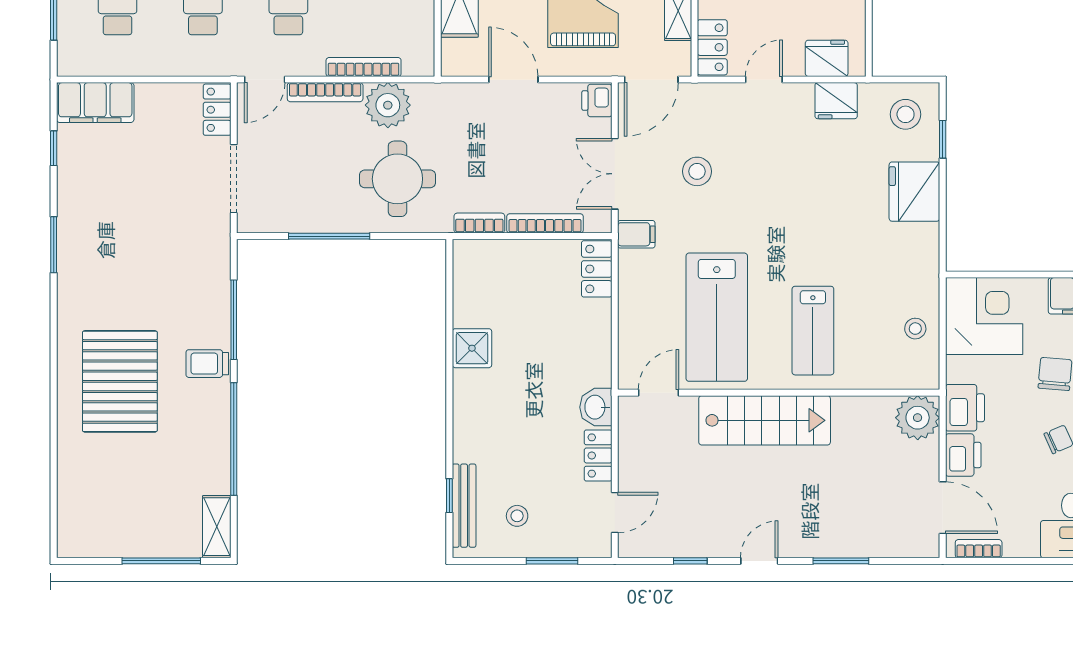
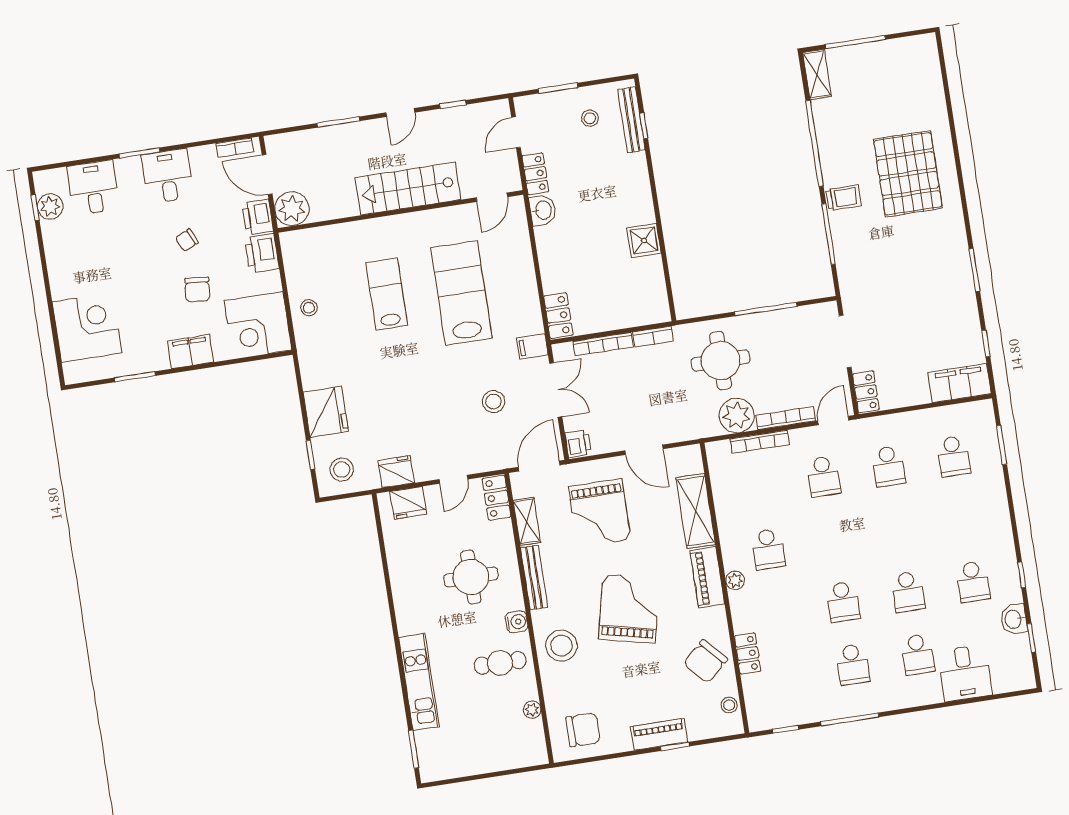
door: (659, 393) -> (492, 197), moved
wall: (779, 393) -> (400, 211), moved
plant: (918, 418) -> (292, 209), moved
stairs: (765, 420) -> (408, 189), moved

